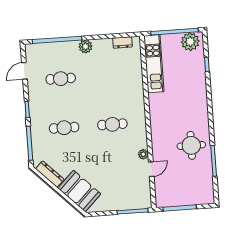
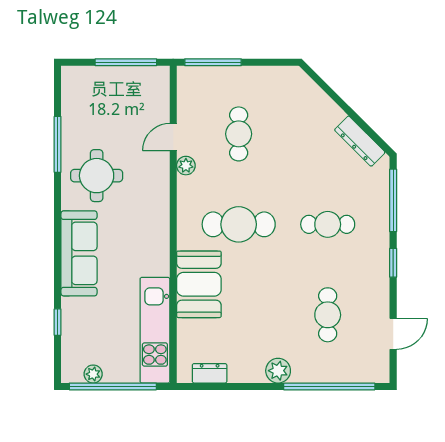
plant: (190, 42) -> (93, 374), width x0.53, depth x0.53
cafe table: (61, 79) -> (328, 315), turned 90
sofa: (198, 103) -> (79, 253), added
cafe table: (112, 124) -> (239, 224), width x1.37, depth x1.35
cafe table: (116, 173) -> (239, 134), added
booth: (79, 191) -> (199, 284), moved, turned 45

